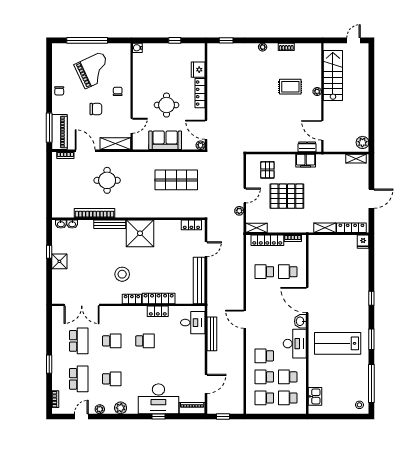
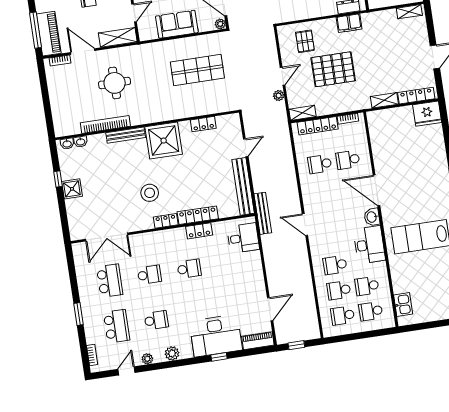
locker: (191, 225) -> (203, 124), moved
fridge: (363, 242) -> (427, 114), width x1.88, depth x1.34
bench: (212, 334) -> (263, 213), moved

